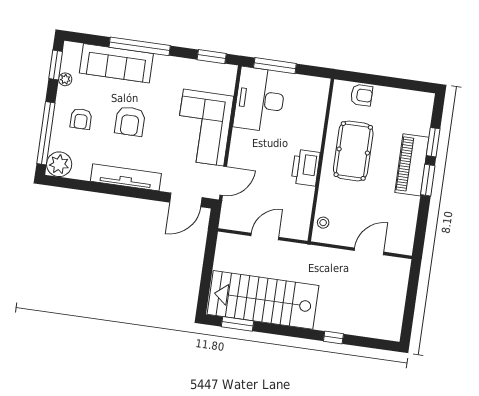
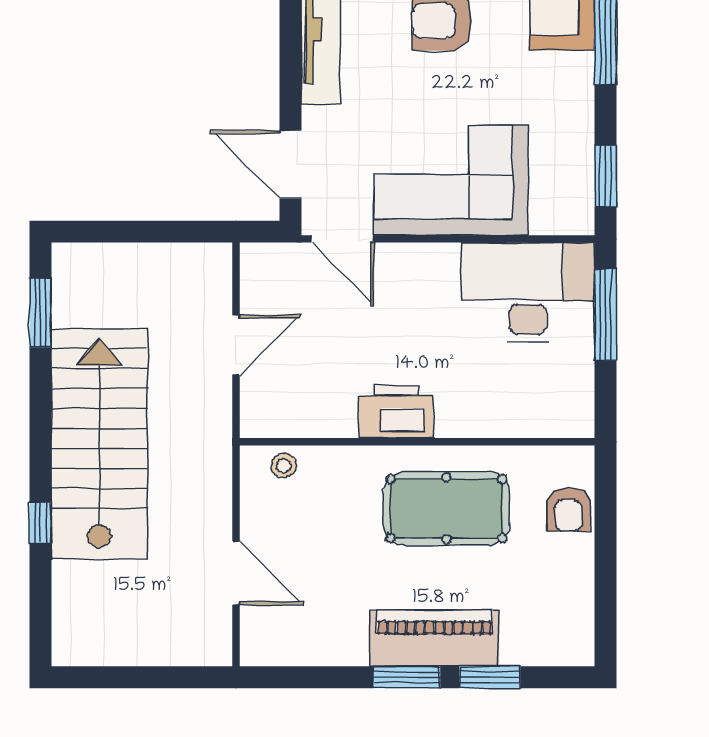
door: (265, 237) -> (236, 345), hinge flipped
stairs: (263, 300) -> (99, 444), moved

